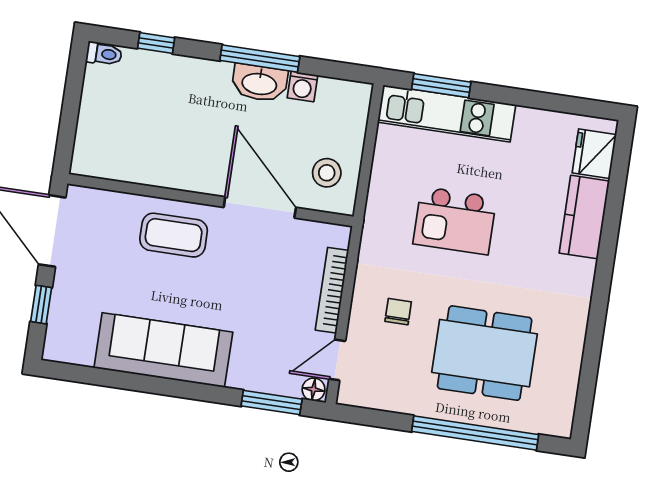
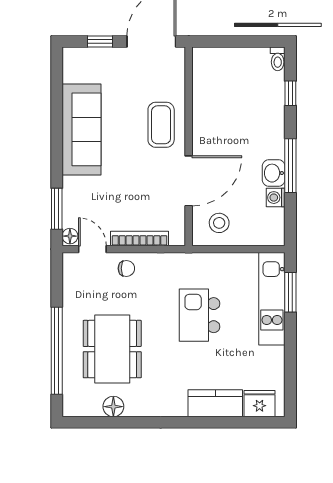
washbasin: (259, 83) -> (274, 173), width x0.72
chair: (398, 312) -> (126, 268), moved
floor lamp: (567, 364) -> (113, 407), added

